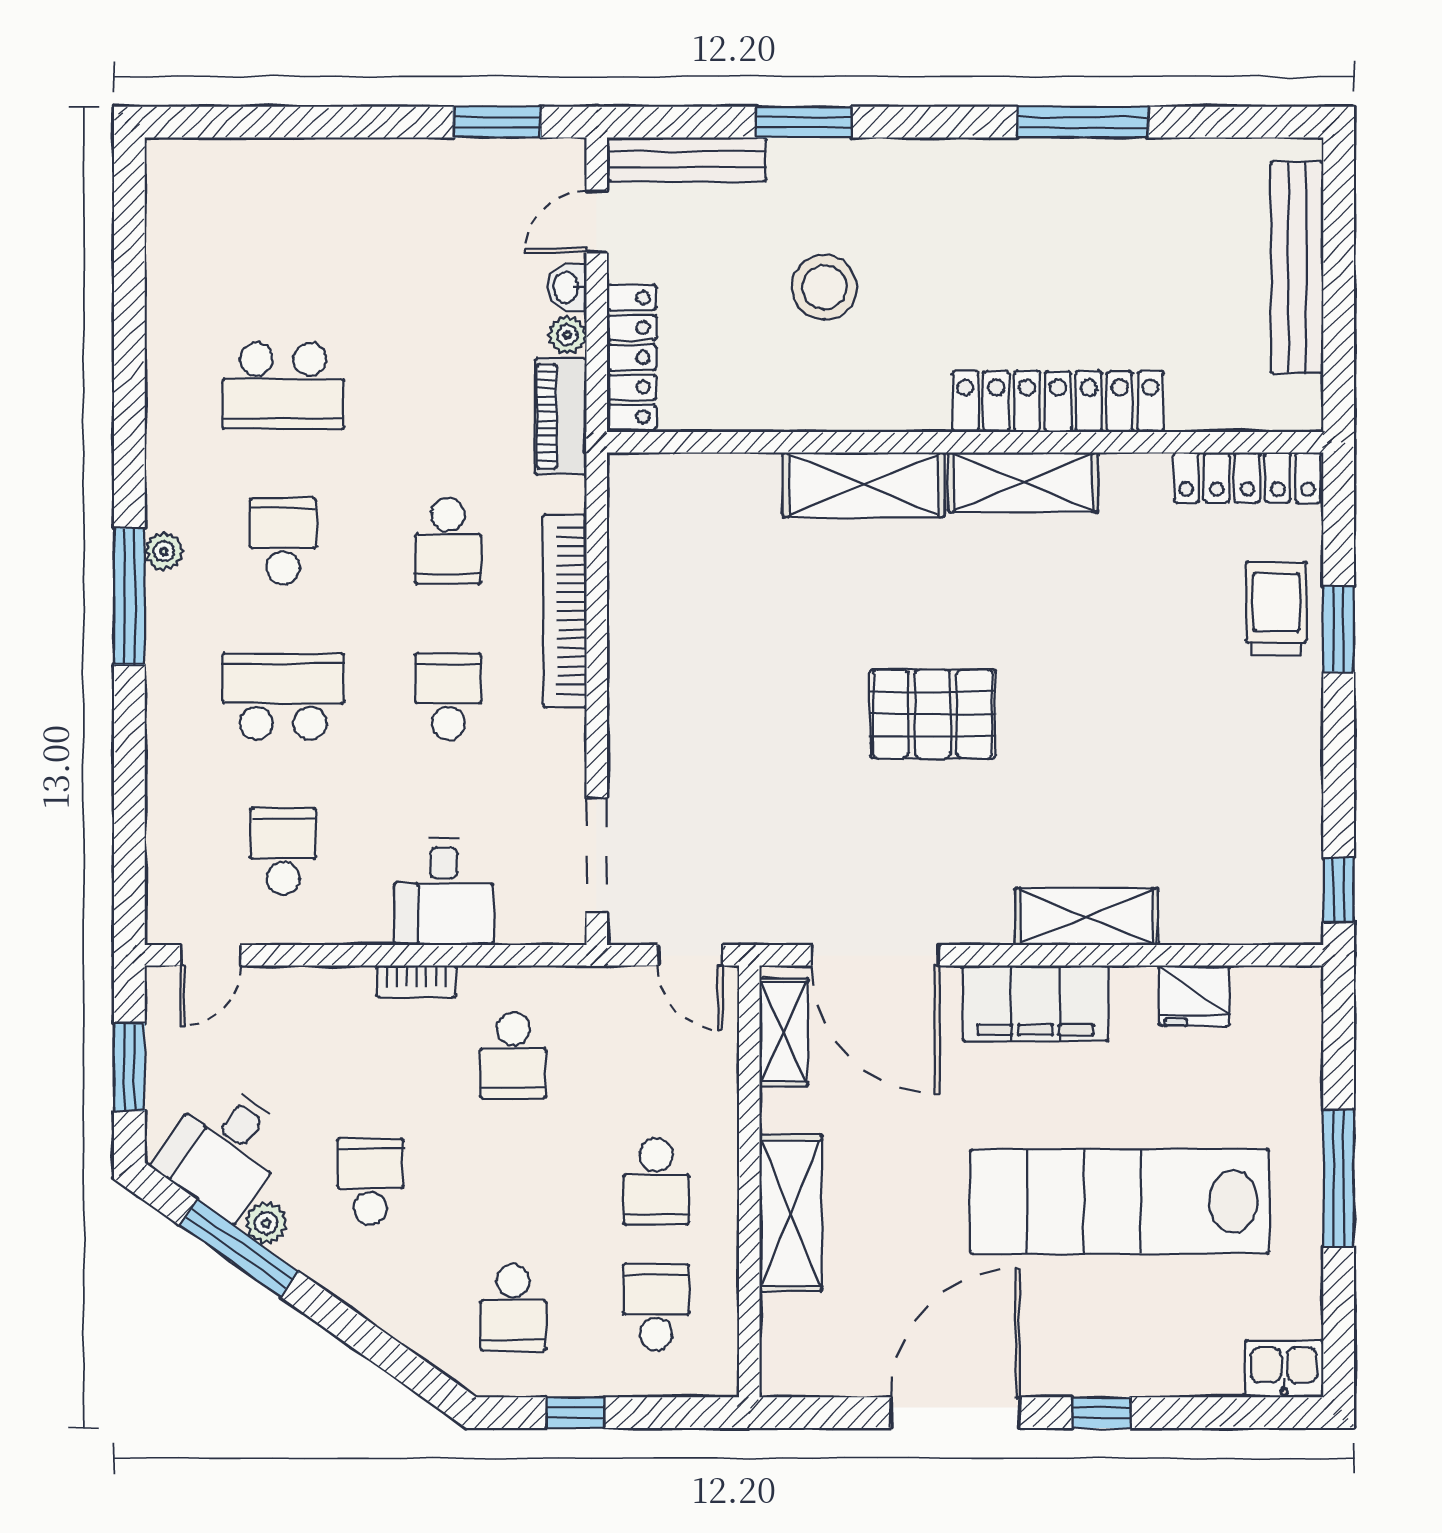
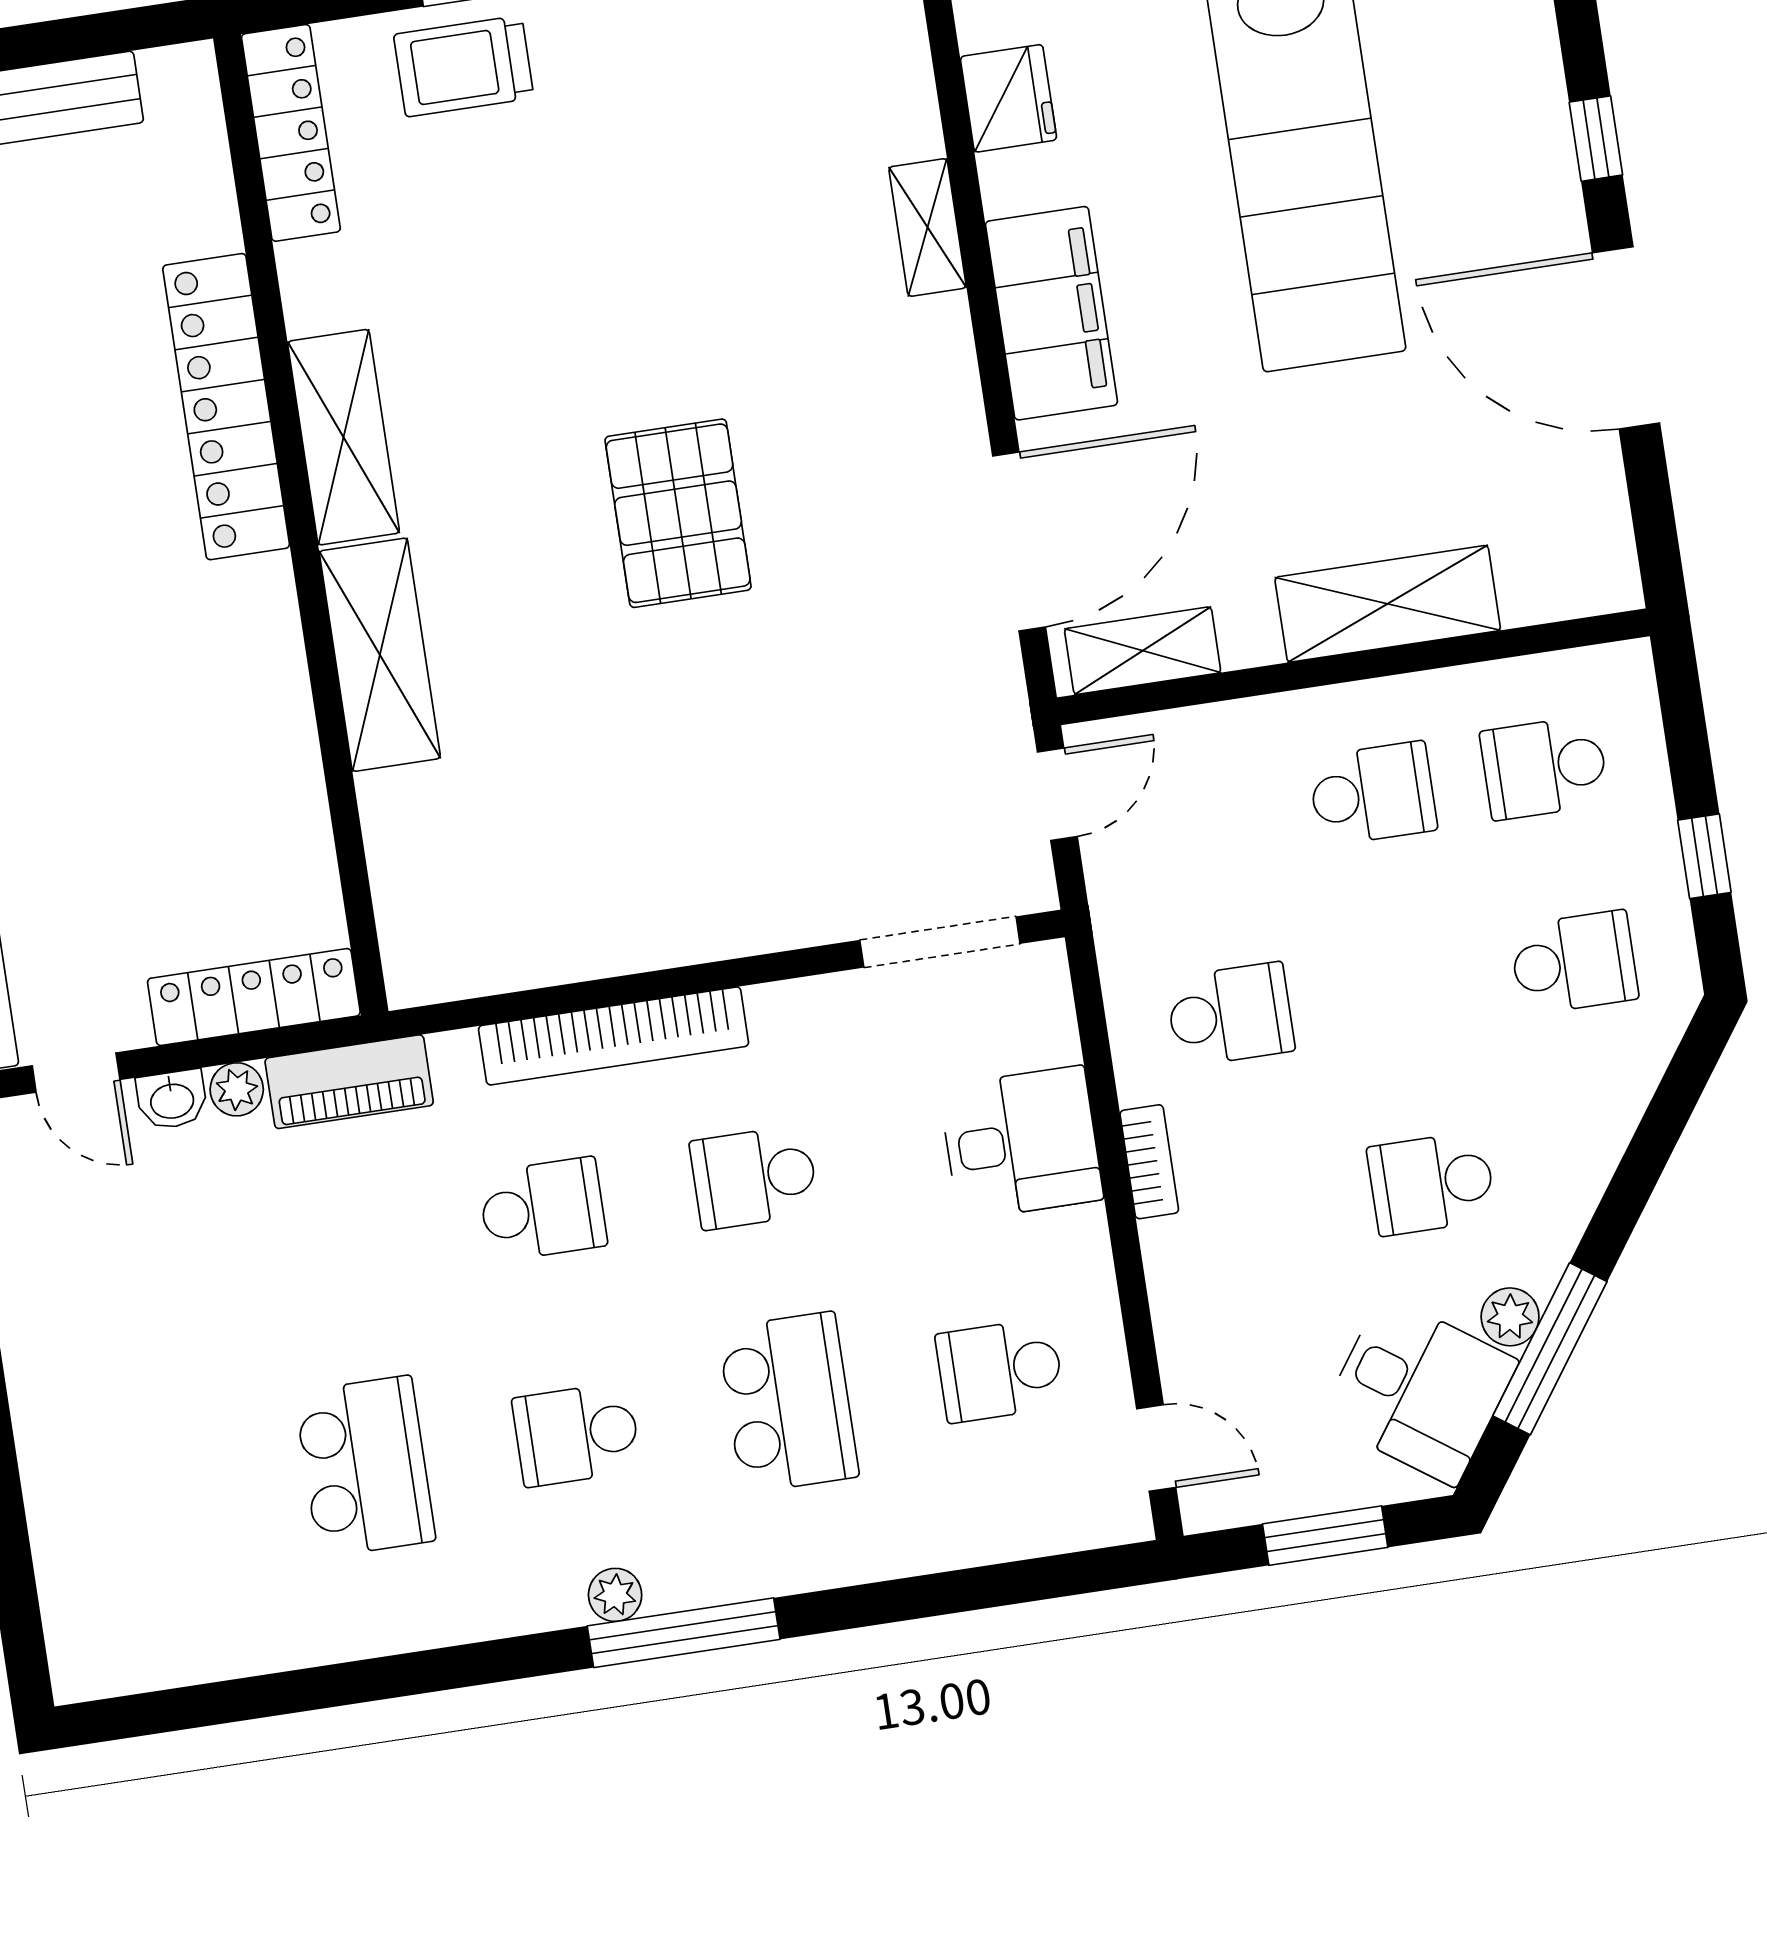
stool: (824, 287) -> (119, 749), removed
school desk: (283, 696) -> (788, 1402), turned 180
shelving: (1087, 917) -> (928, 227), width x0.67, depth x0.75

